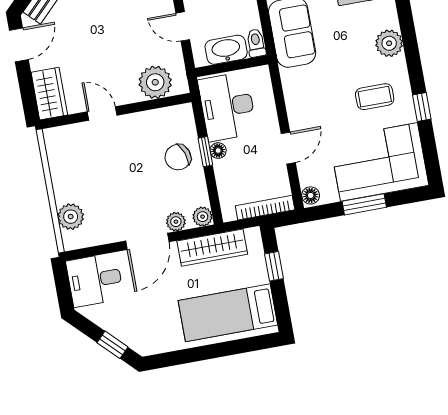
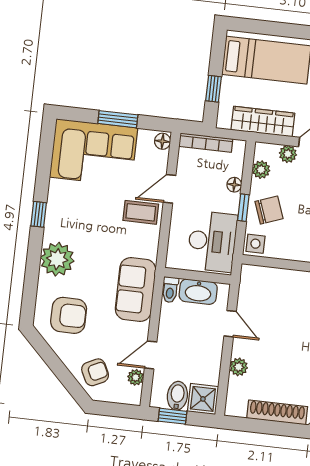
plant: (389, 43) -> (57, 259), width x1.36, depth x1.36
plant: (155, 82) -> (269, 282), removed
coffee table: (375, 97) -> (141, 212), moved
window: (422, 107) -> (39, 214), moved
side table: (181, 118) -> (255, 244), added
floor lamp: (218, 151) -> (234, 185), moved
plant: (203, 217) -> (261, 170), moved

